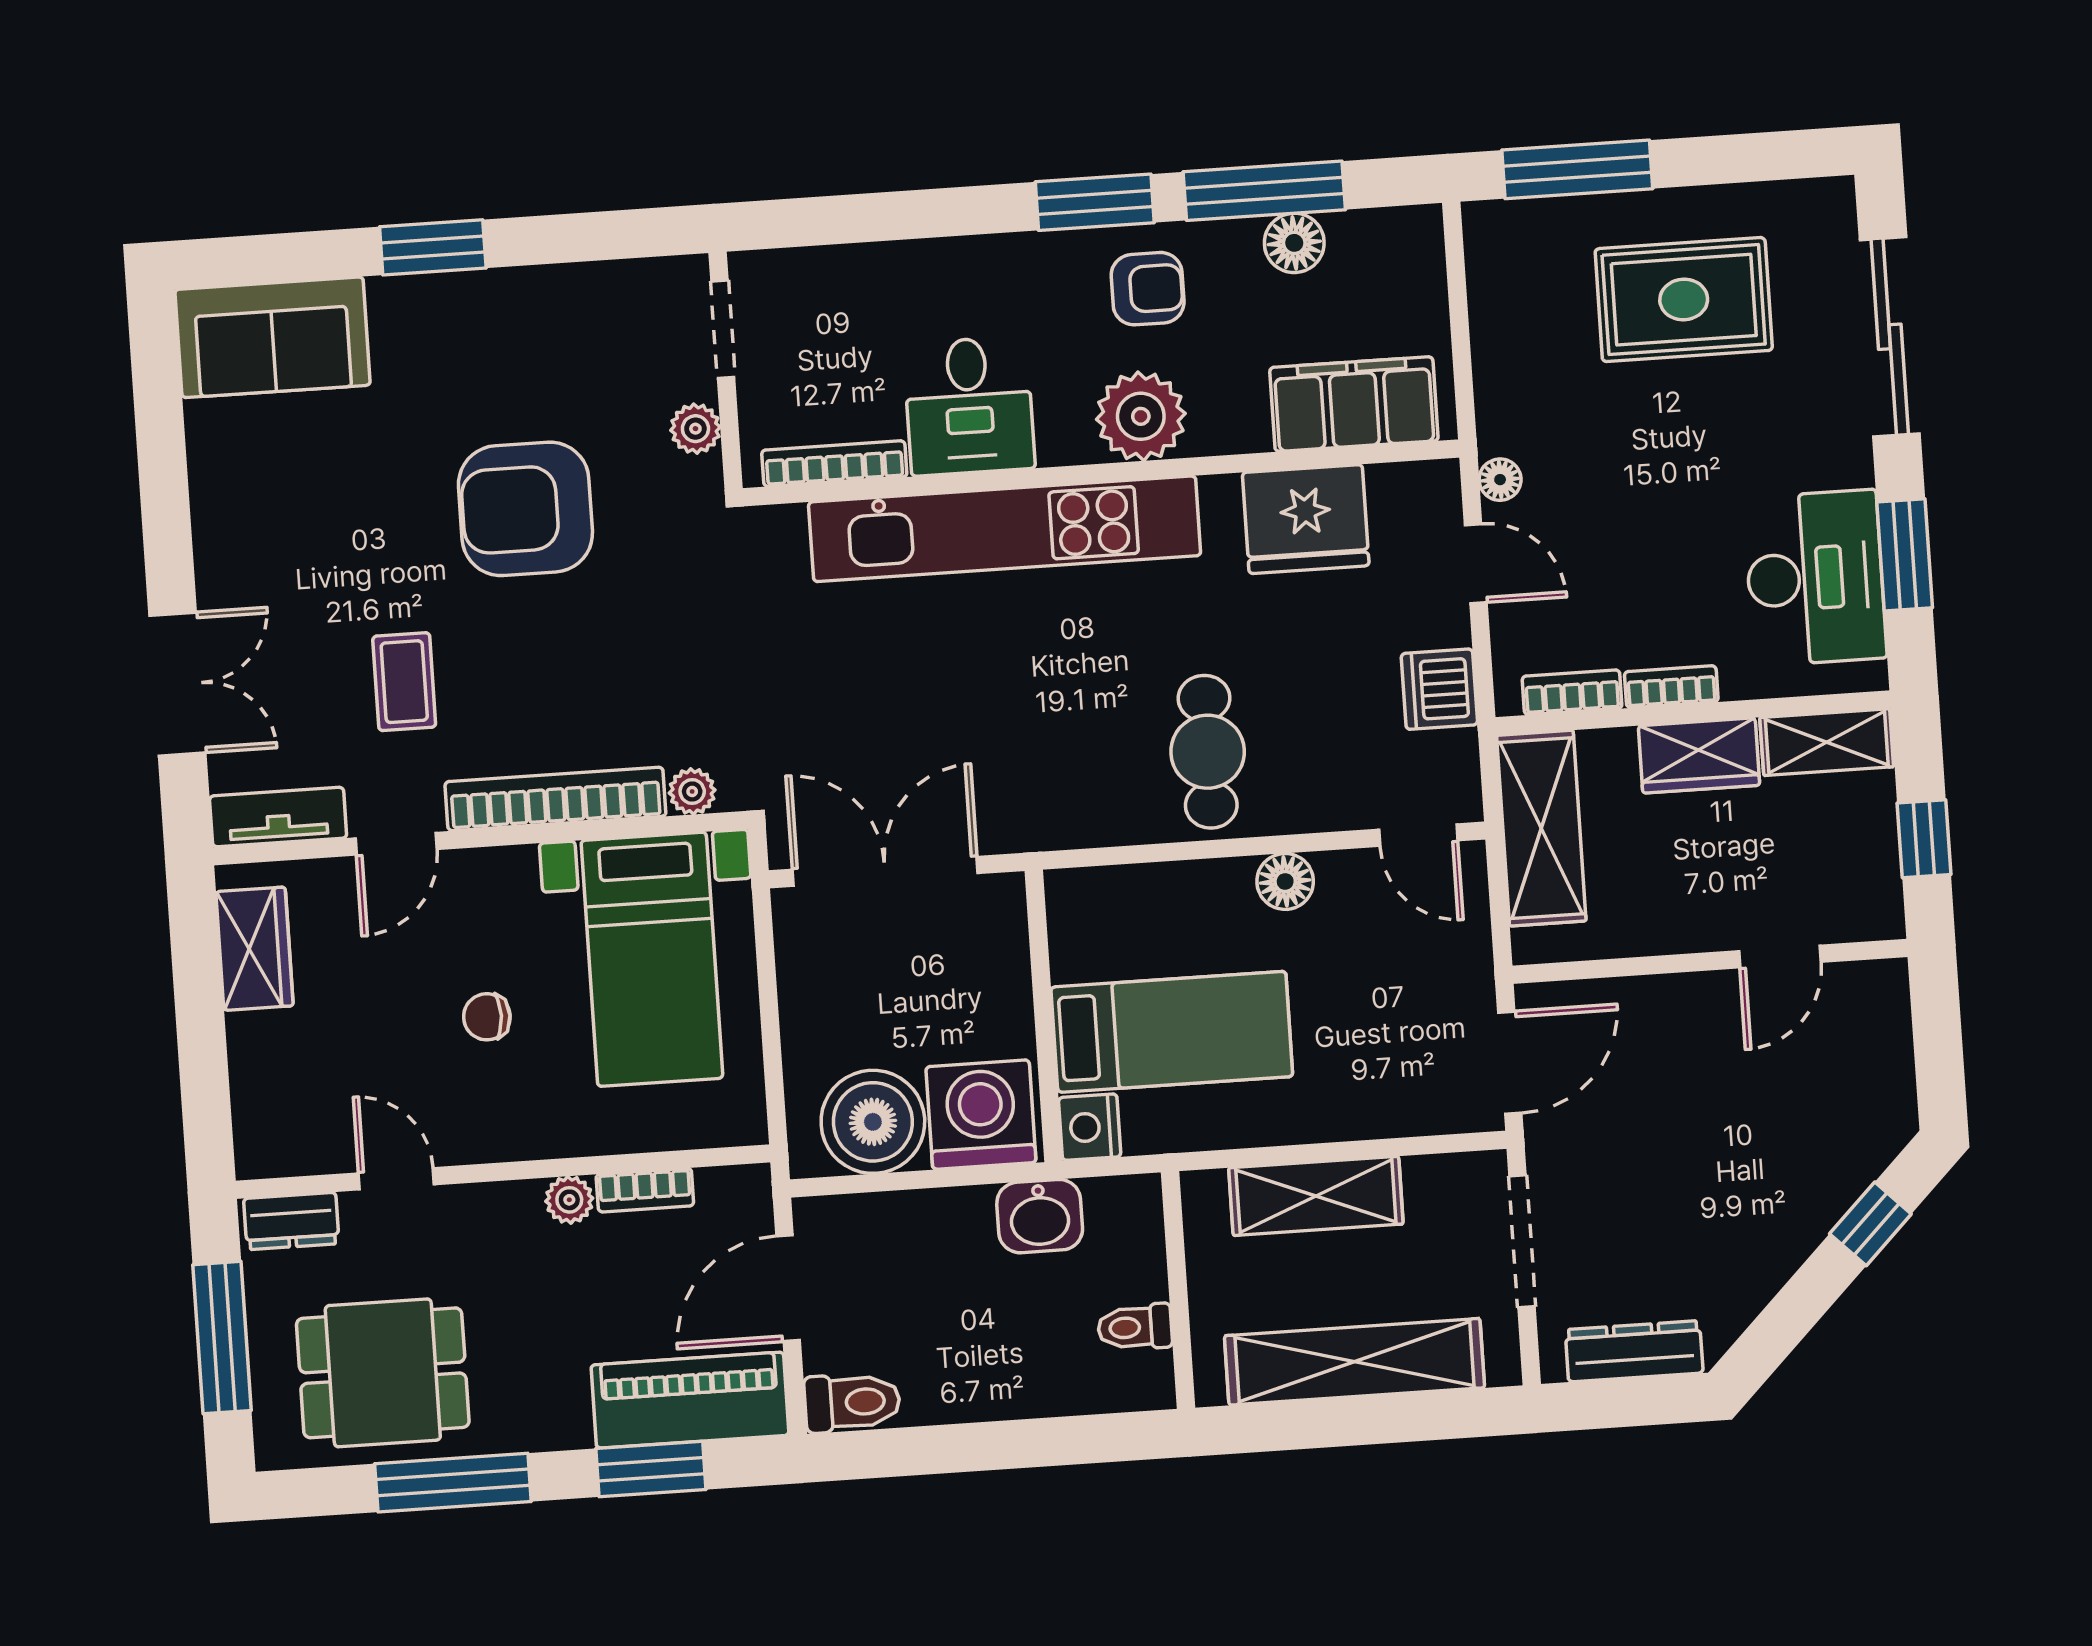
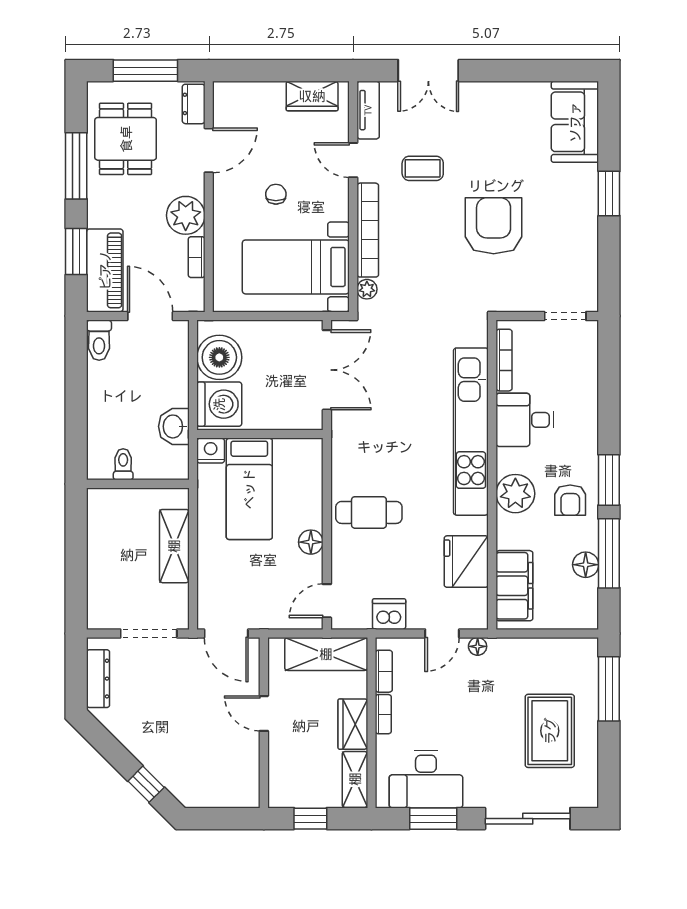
plant: (695, 429) -> (523, 301), removed
door: (1780, 957) -> (264, 713), moved
door: (396, 1179) -> (209, 150), width x1.38
plant: (569, 1200) -> (186, 215), width x1.87, depth x1.87
shelving: (1354, 1362) -> (102, 558), removed

